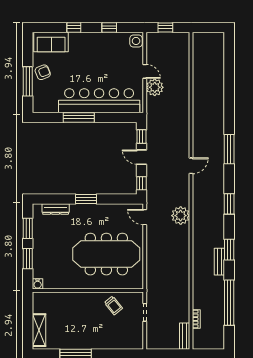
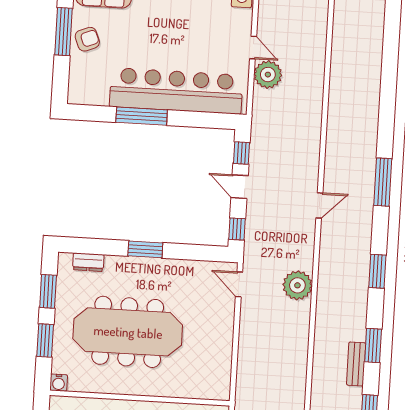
window: (28, 81) -> (63, 32), moved
dresser: (56, 209) -> (88, 262), width x0.70
meeting table: (106, 254) -> (128, 332), moved

